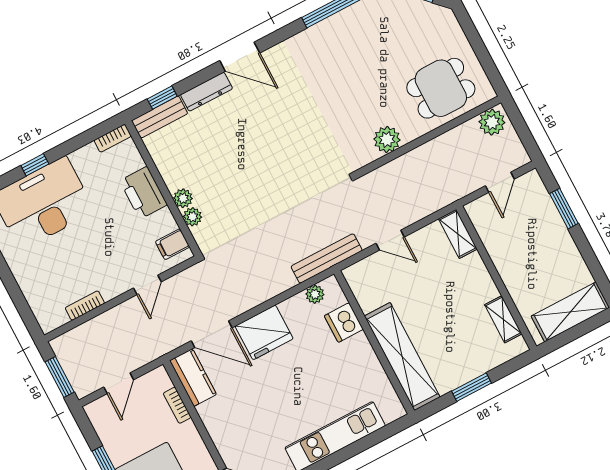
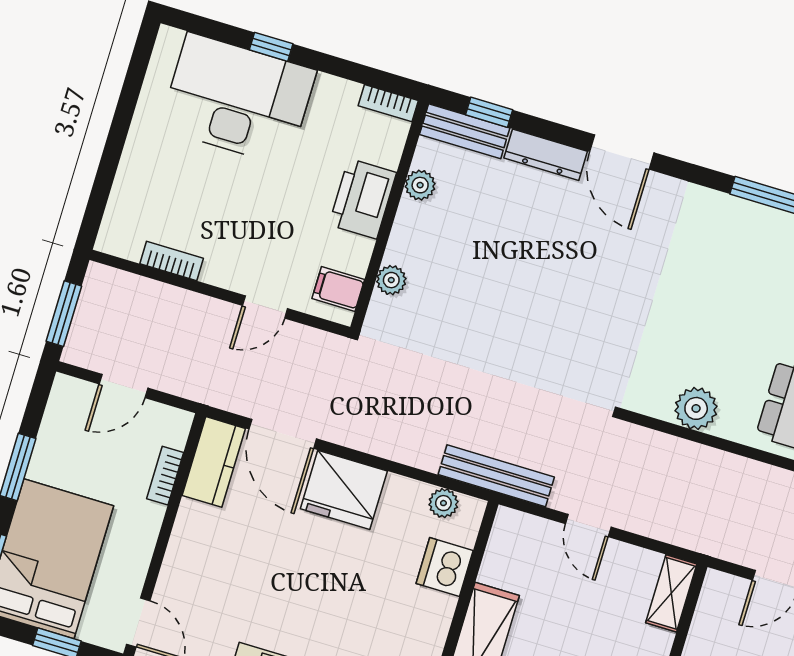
plant: (183, 198) -> (420, 185), moved

